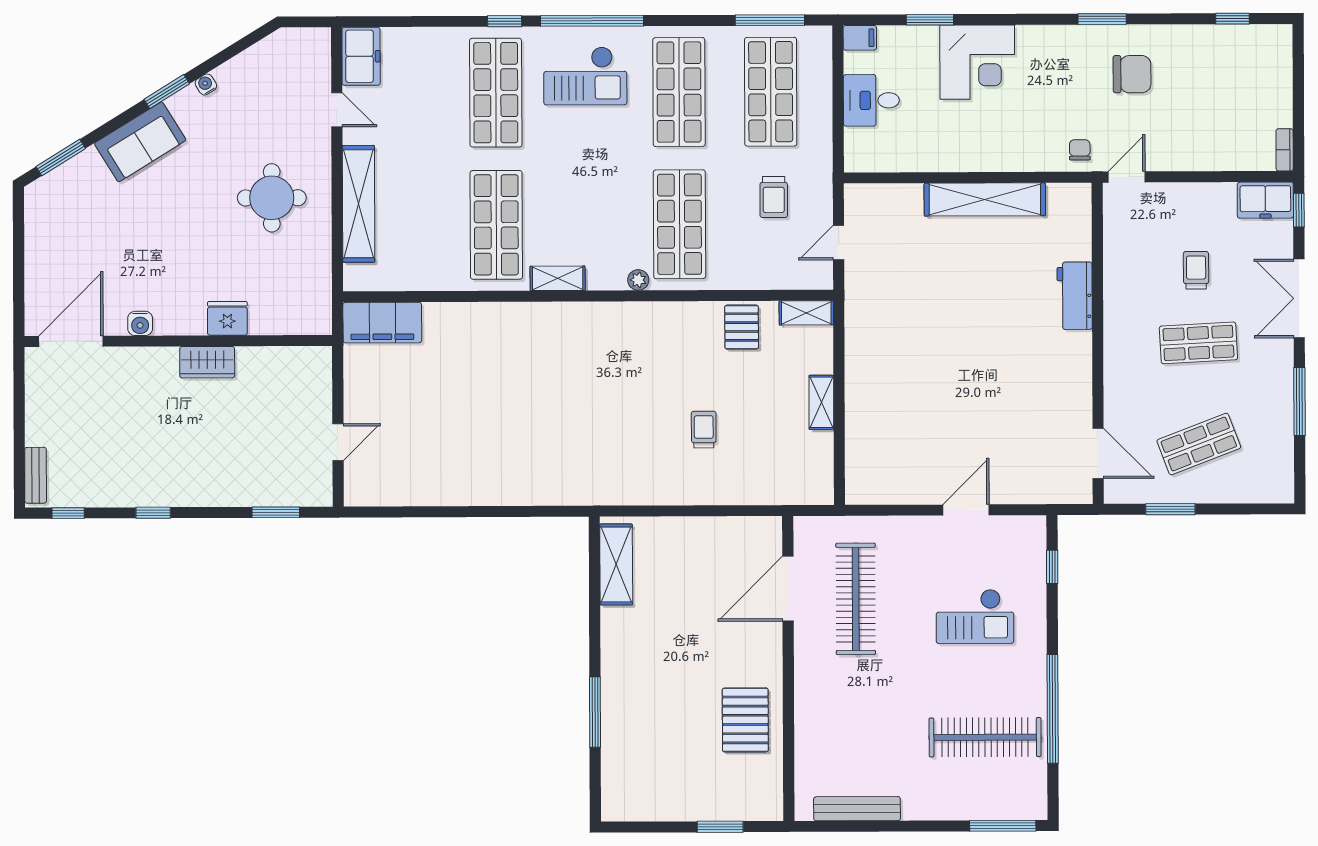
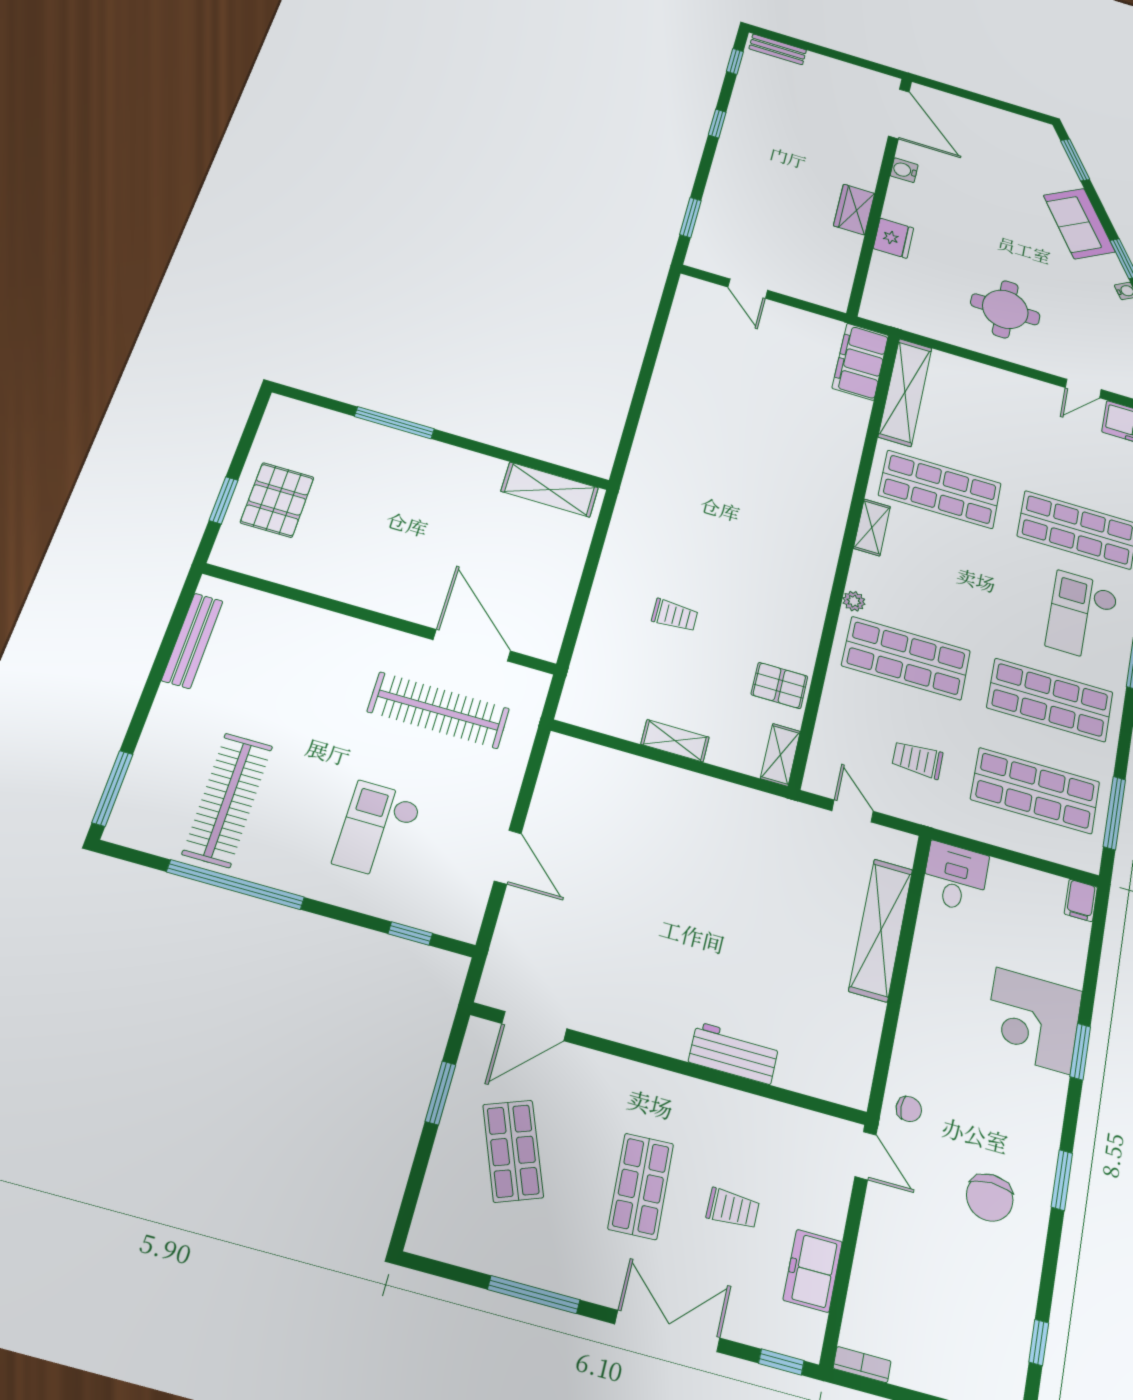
window: (930, 20) -> (1080, 1052), moved
desk: (871, 100) -> (955, 877), moved
shelving: (985, 199) -> (881, 930), moved
freezer: (1265, 200) -> (813, 1271), moved
shelving: (359, 204) -> (905, 392), moved, turned 90
pallet: (745, 720) -> (277, 500), moved, turned 90

